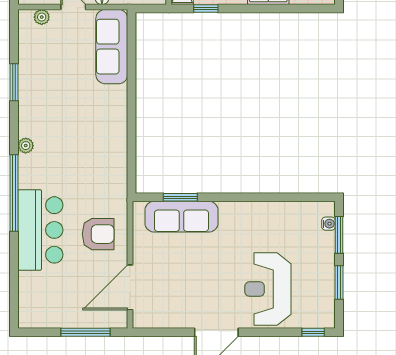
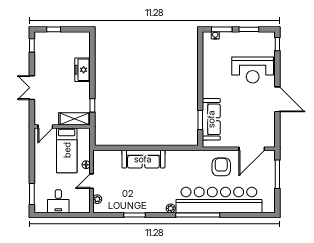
sofa: (112, 47) -> (143, 159), moved
bar counter: (40, 230) -> (219, 200), width x1.86
door: (130, 287) -> (252, 149), hinge flipped

